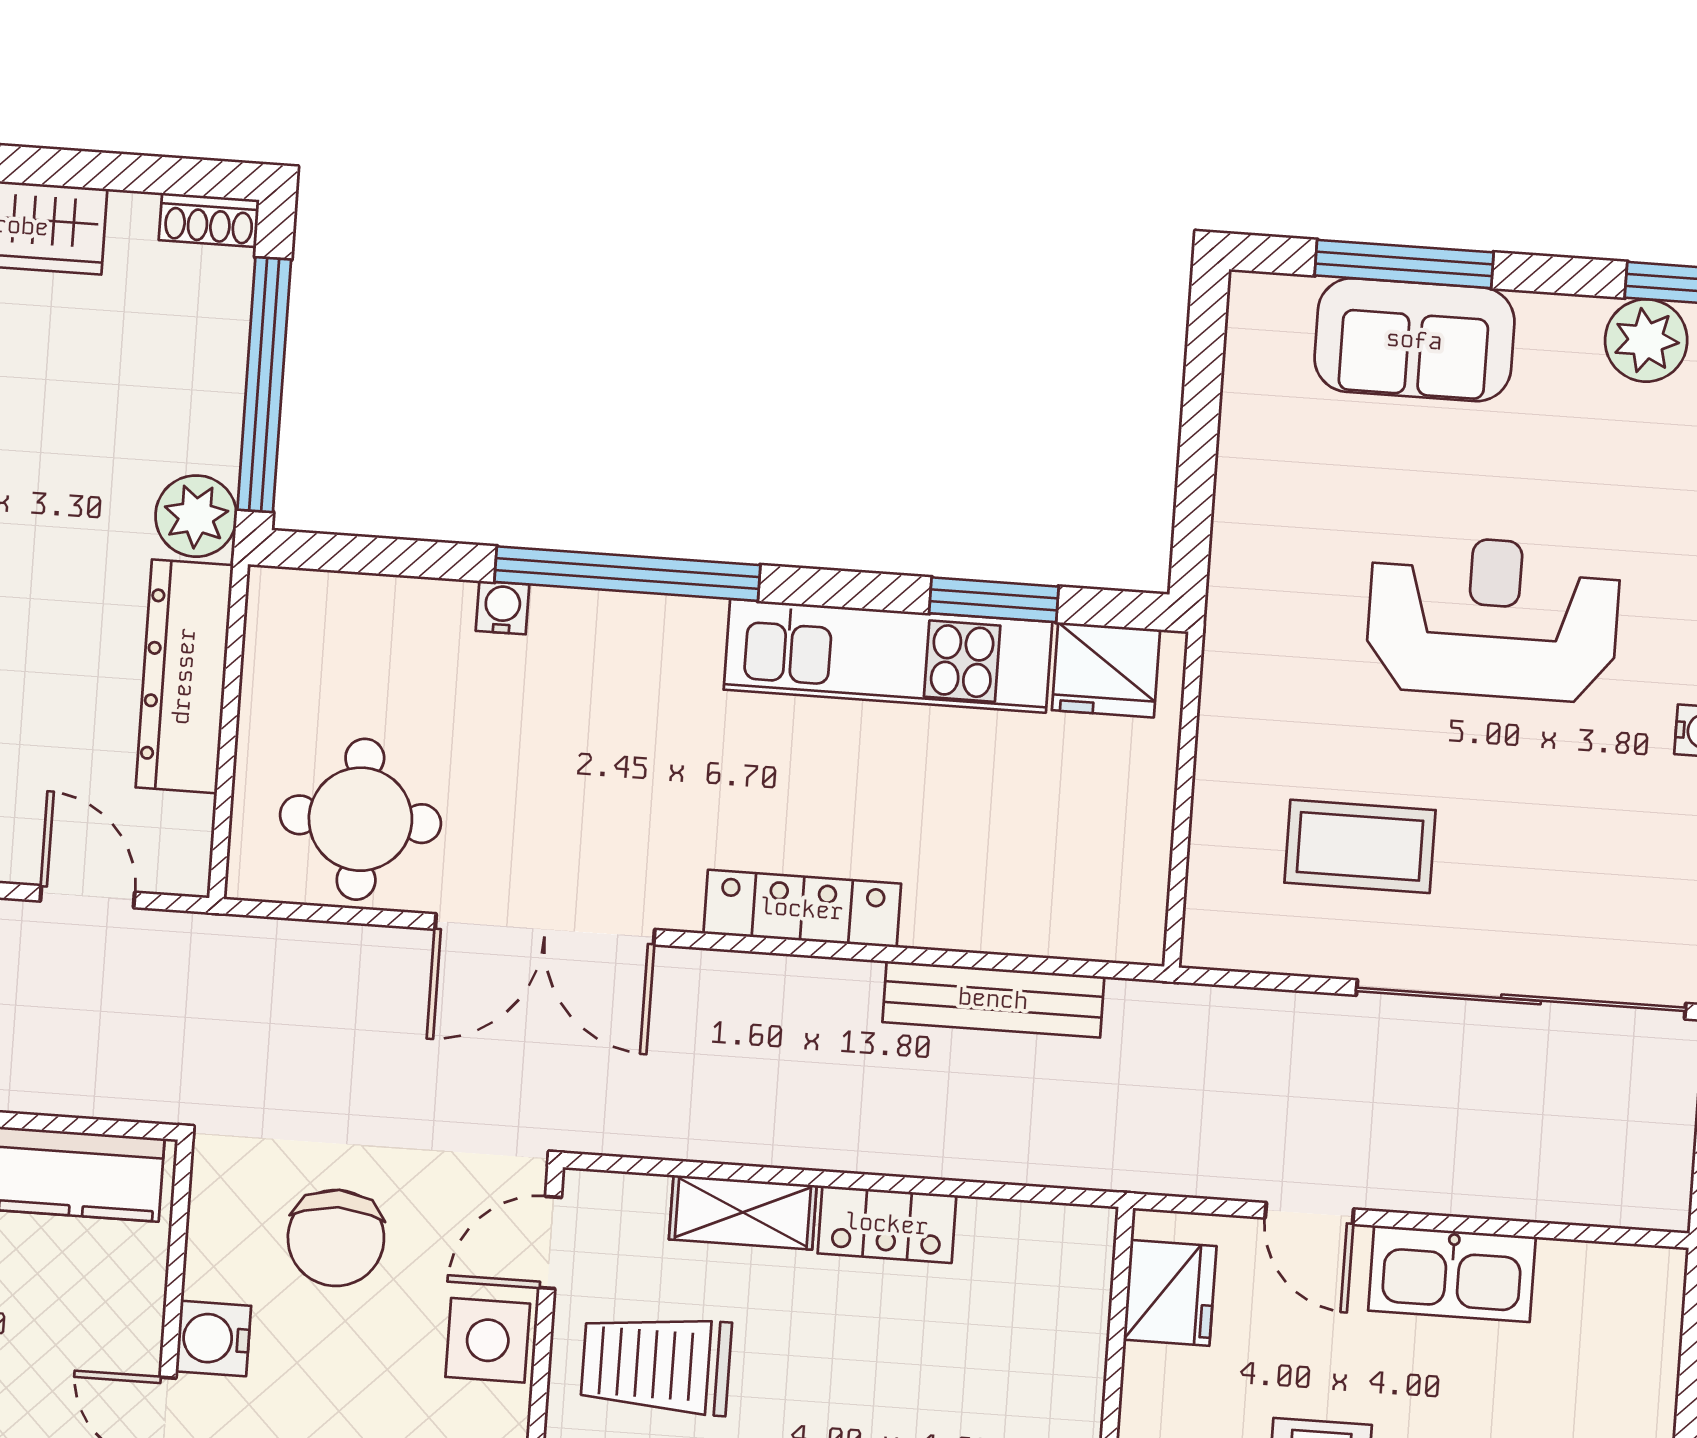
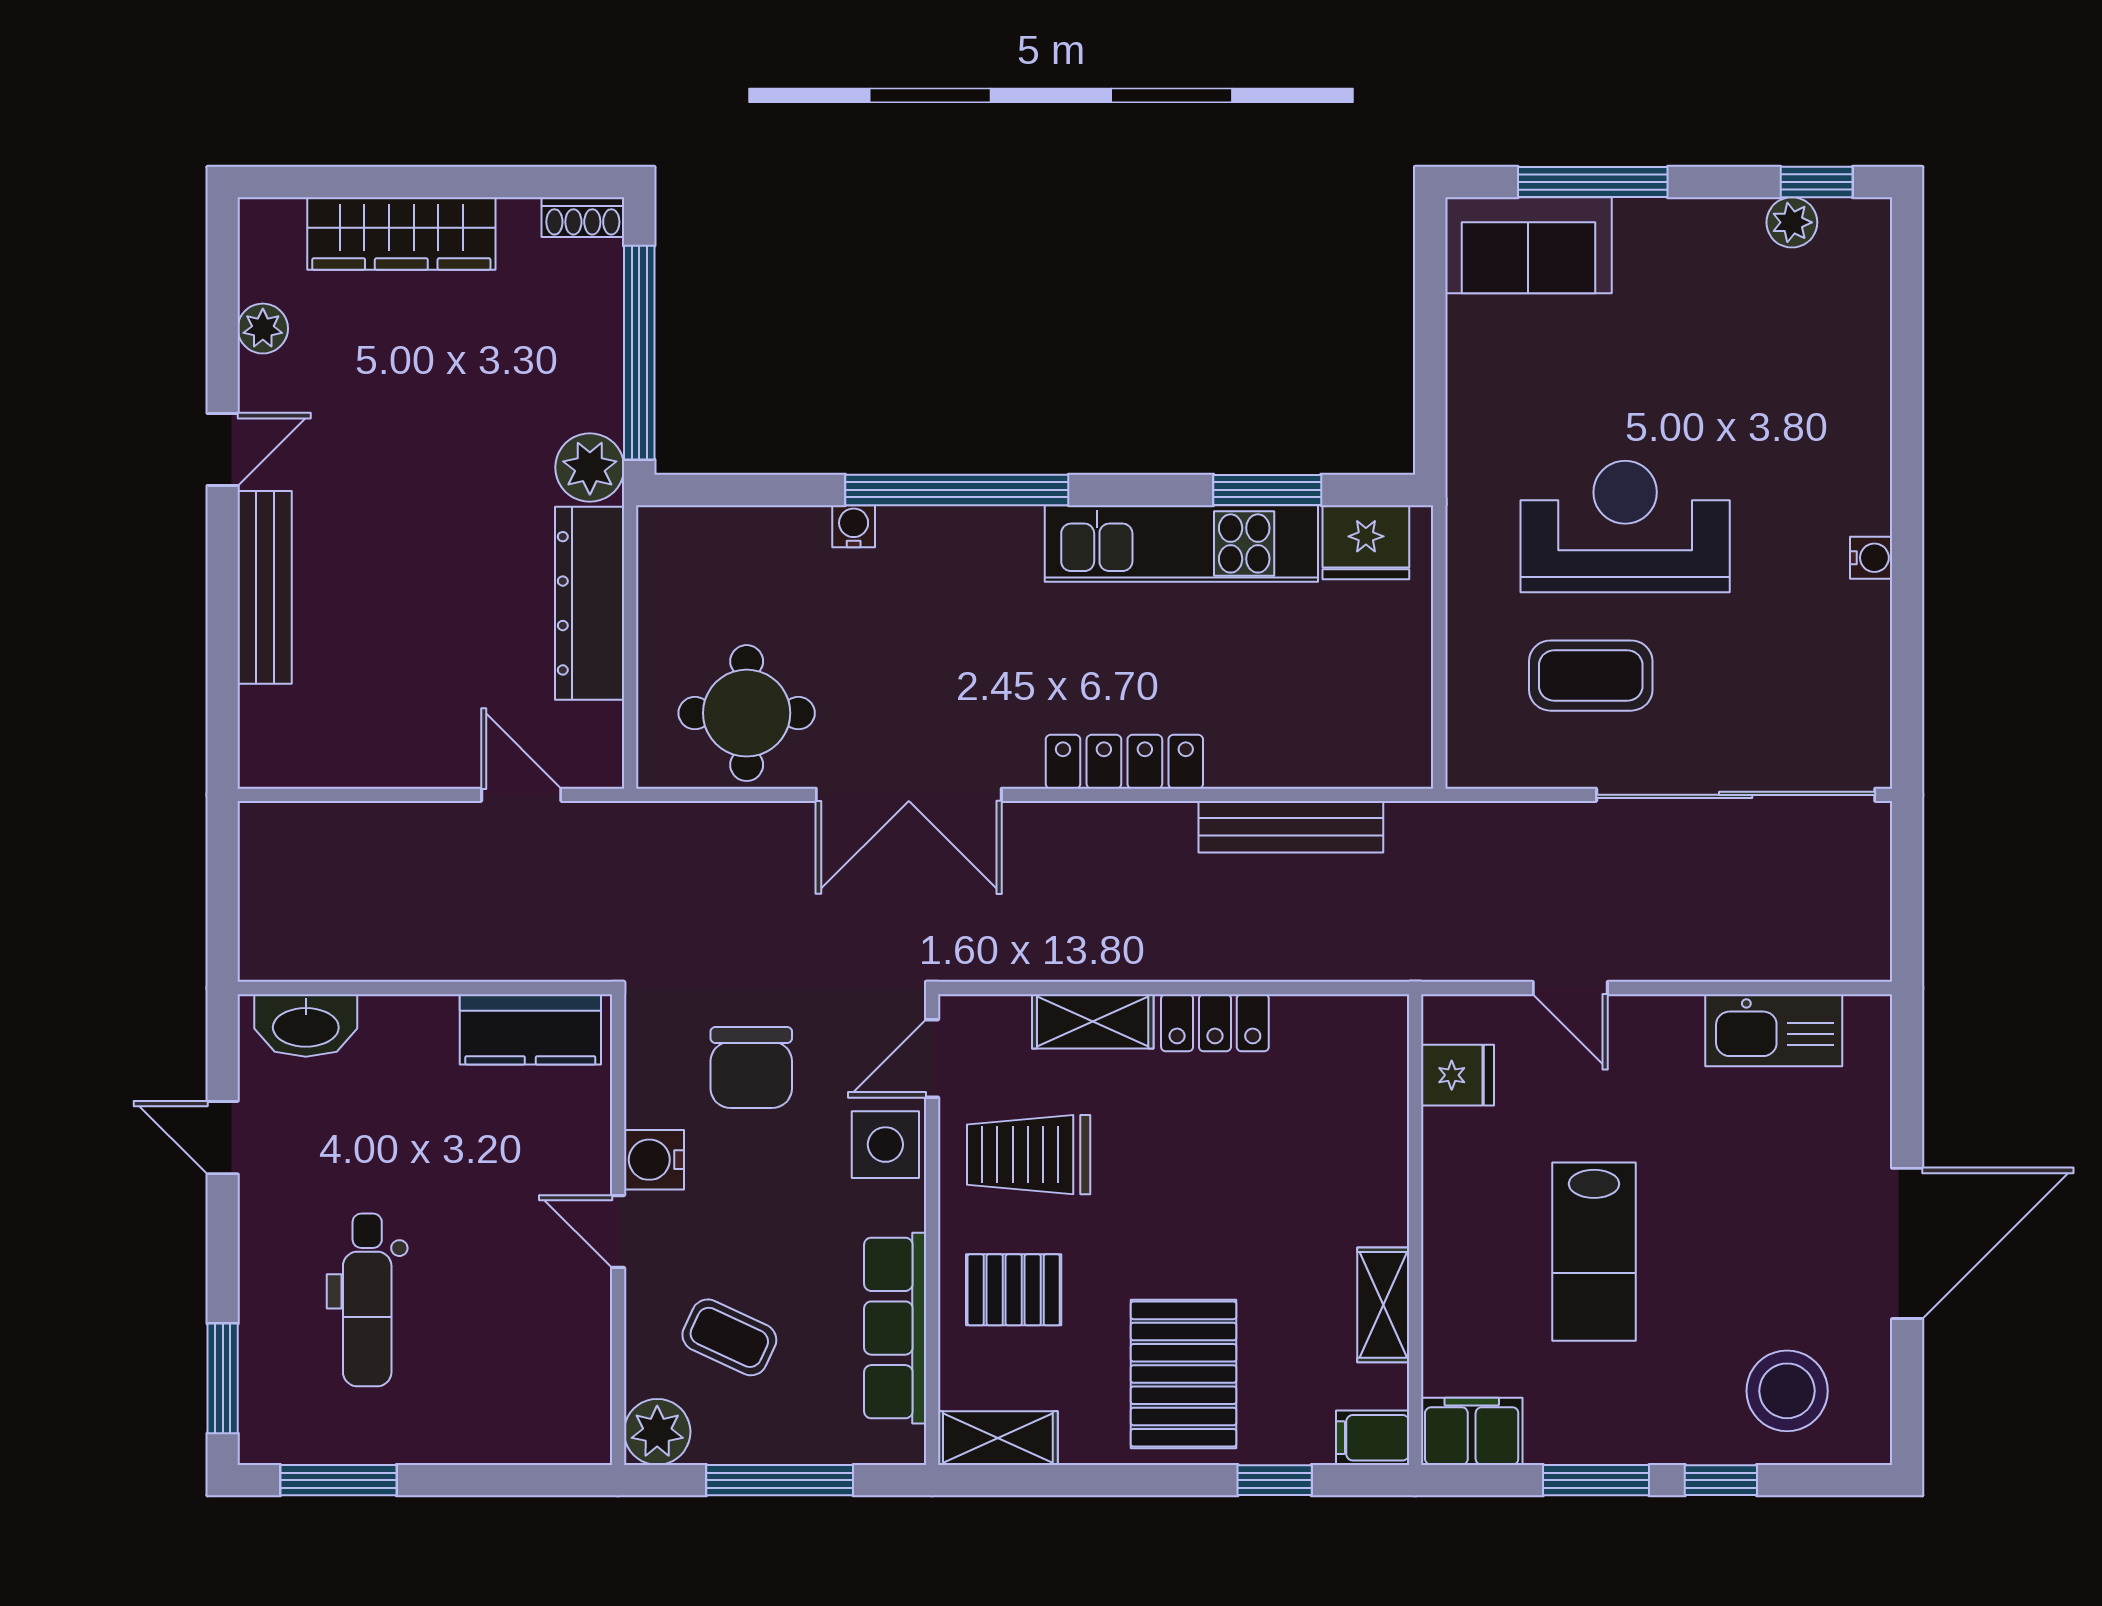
sofa: (1414, 340) -> (1528, 245), moved
plant: (1646, 340) -> (1792, 222), width x0.73, depth x0.73
reception desk: (1493, 618) -> (1625, 527), moved
kitchen sink: (1452, 1274) -> (1774, 1030), moved
fridge: (1170, 1293) -> (1458, 1075), width x0.72

